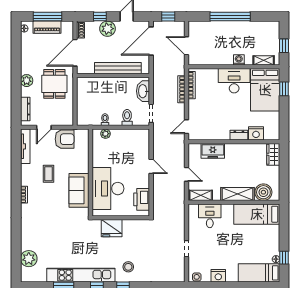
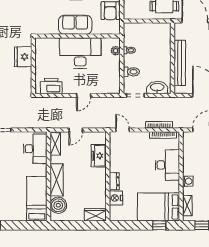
desk: (234, 81) -> (167, 165), moved
desk: (108, 189) -> (80, 53), moved
sofa: (79, 190) -> (75, 25), moved
desk: (210, 216) -> (35, 149), width x1.37

